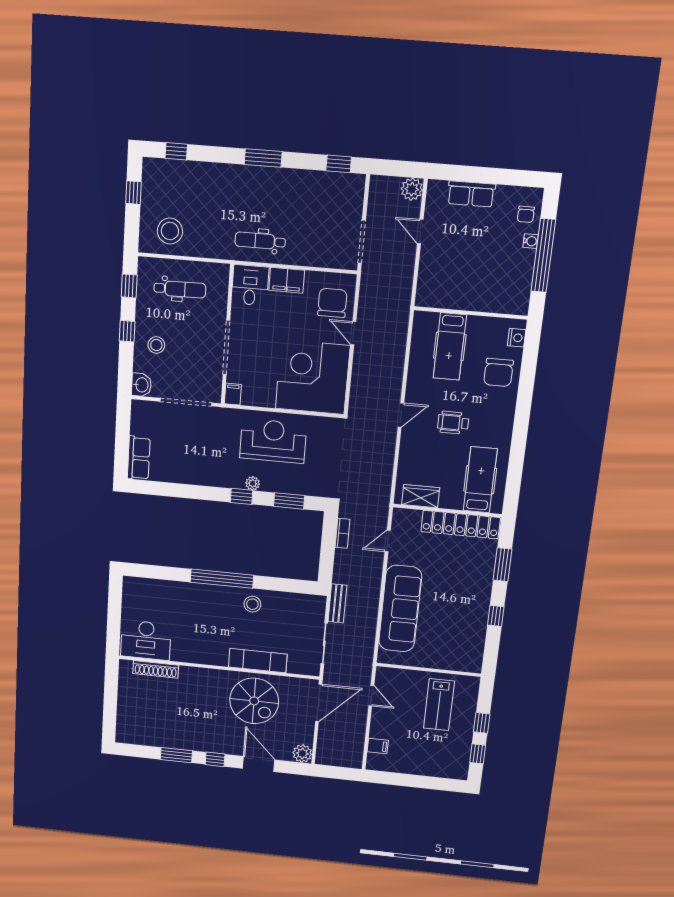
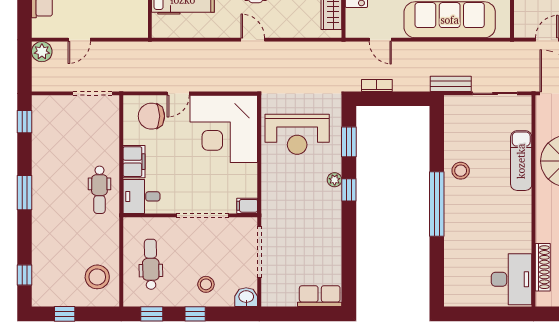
reception desk: (273, 441) -> (297, 134), moved, turned -90

